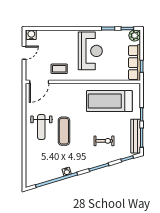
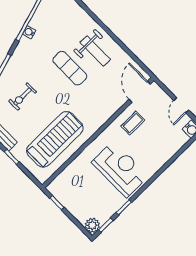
reception desk: (90, 51) -> (120, 169), turned 180
row of seats: (134, 63) -> (67, 199), removed
weight bench: (41, 127) -> (95, 51), turned 180

